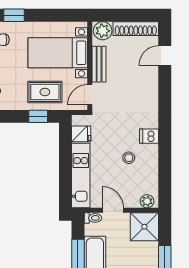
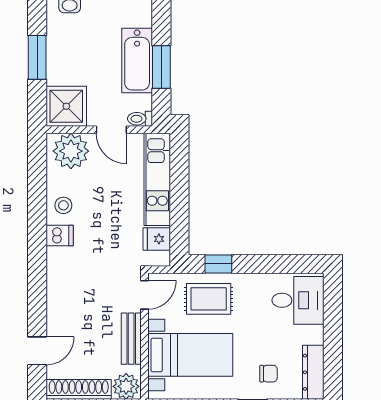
stool: (129, 158) -> (63, 205), moved
plant: (147, 201) -> (71, 151), width x1.88, depth x1.88

